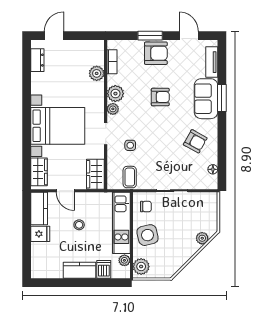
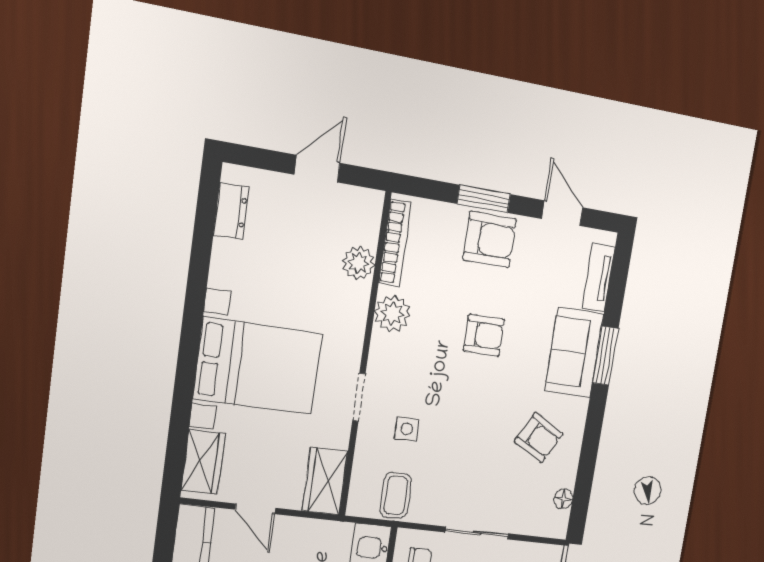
door: (54, 36) -> (317, 169), moved
bookcase: (112, 62) -> (395, 243), width x1.56
plant: (113, 109) -> (382, 346), removed

